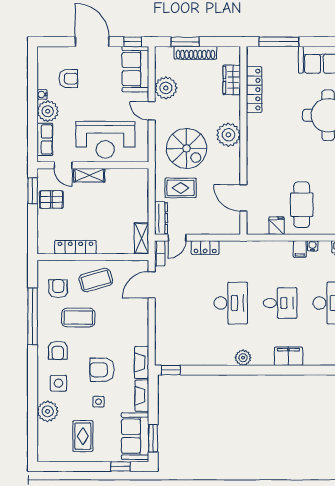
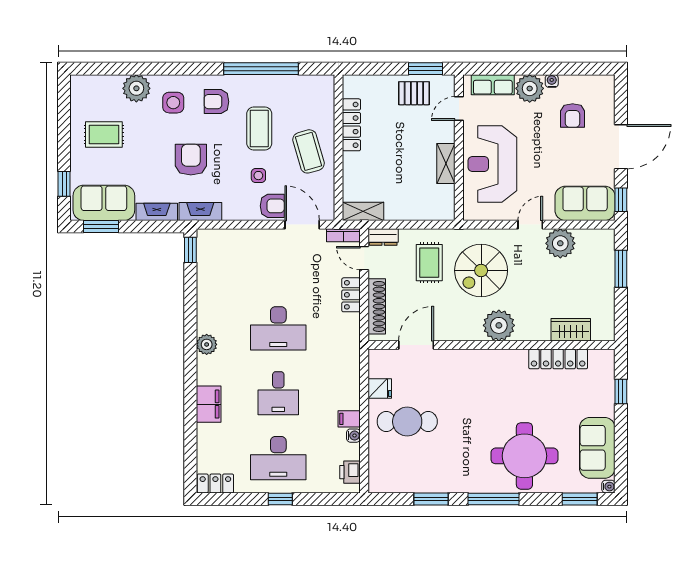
window: (279, 42) -> (621, 392), width x0.46
shoe rack: (195, 53) -> (377, 306), moved, turned 180
shelving: (89, 175) -> (446, 163), moved
pallet: (51, 200) -> (414, 93), turned 90
dresser: (161, 218) -> (383, 237), width x0.70
armchair: (58, 289) -> (272, 206), moved
side table: (99, 402) -> (258, 176), moved

